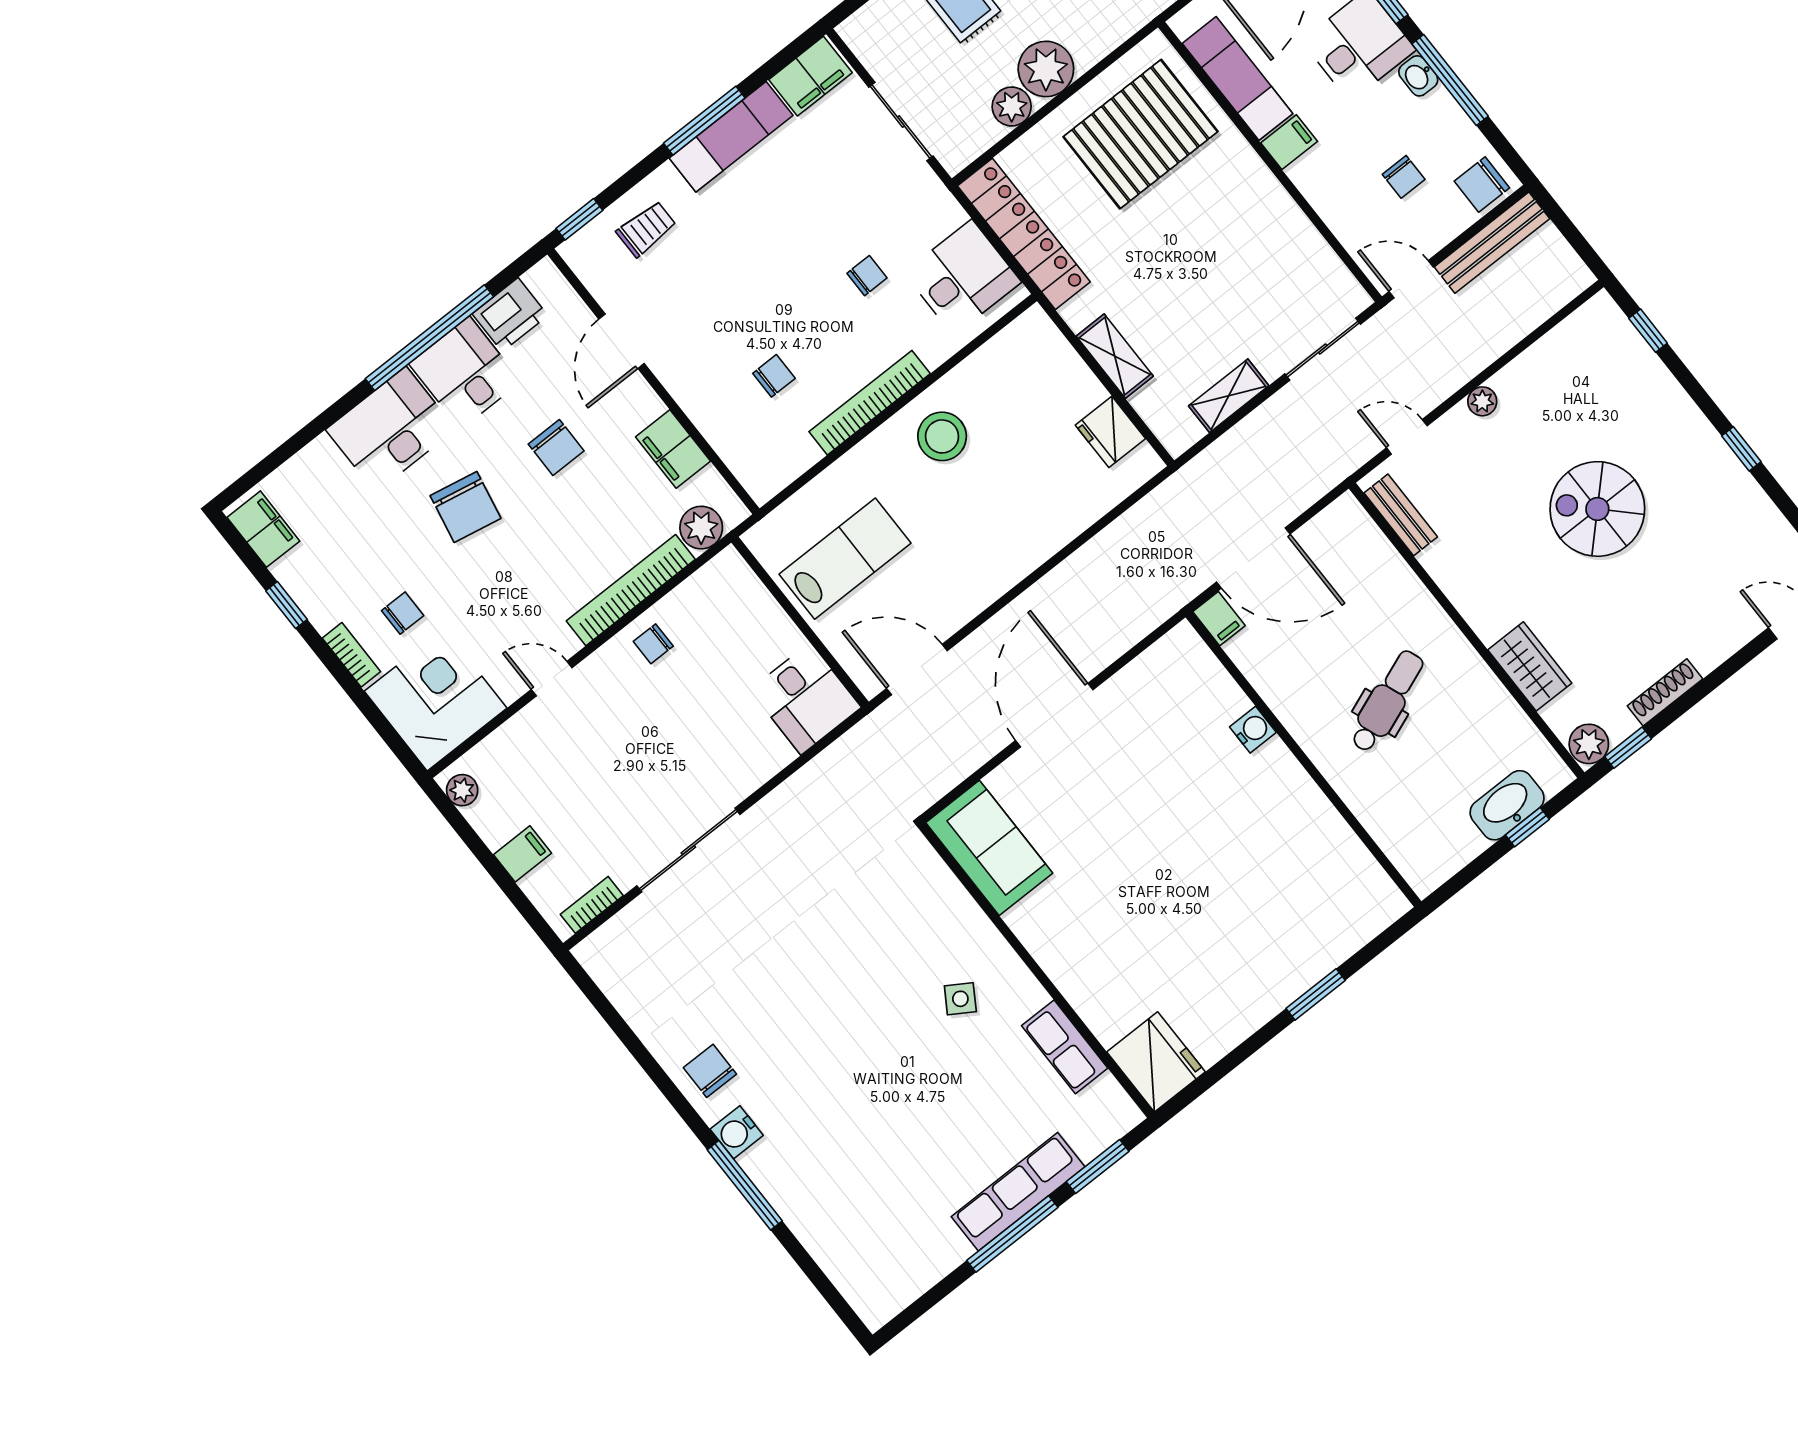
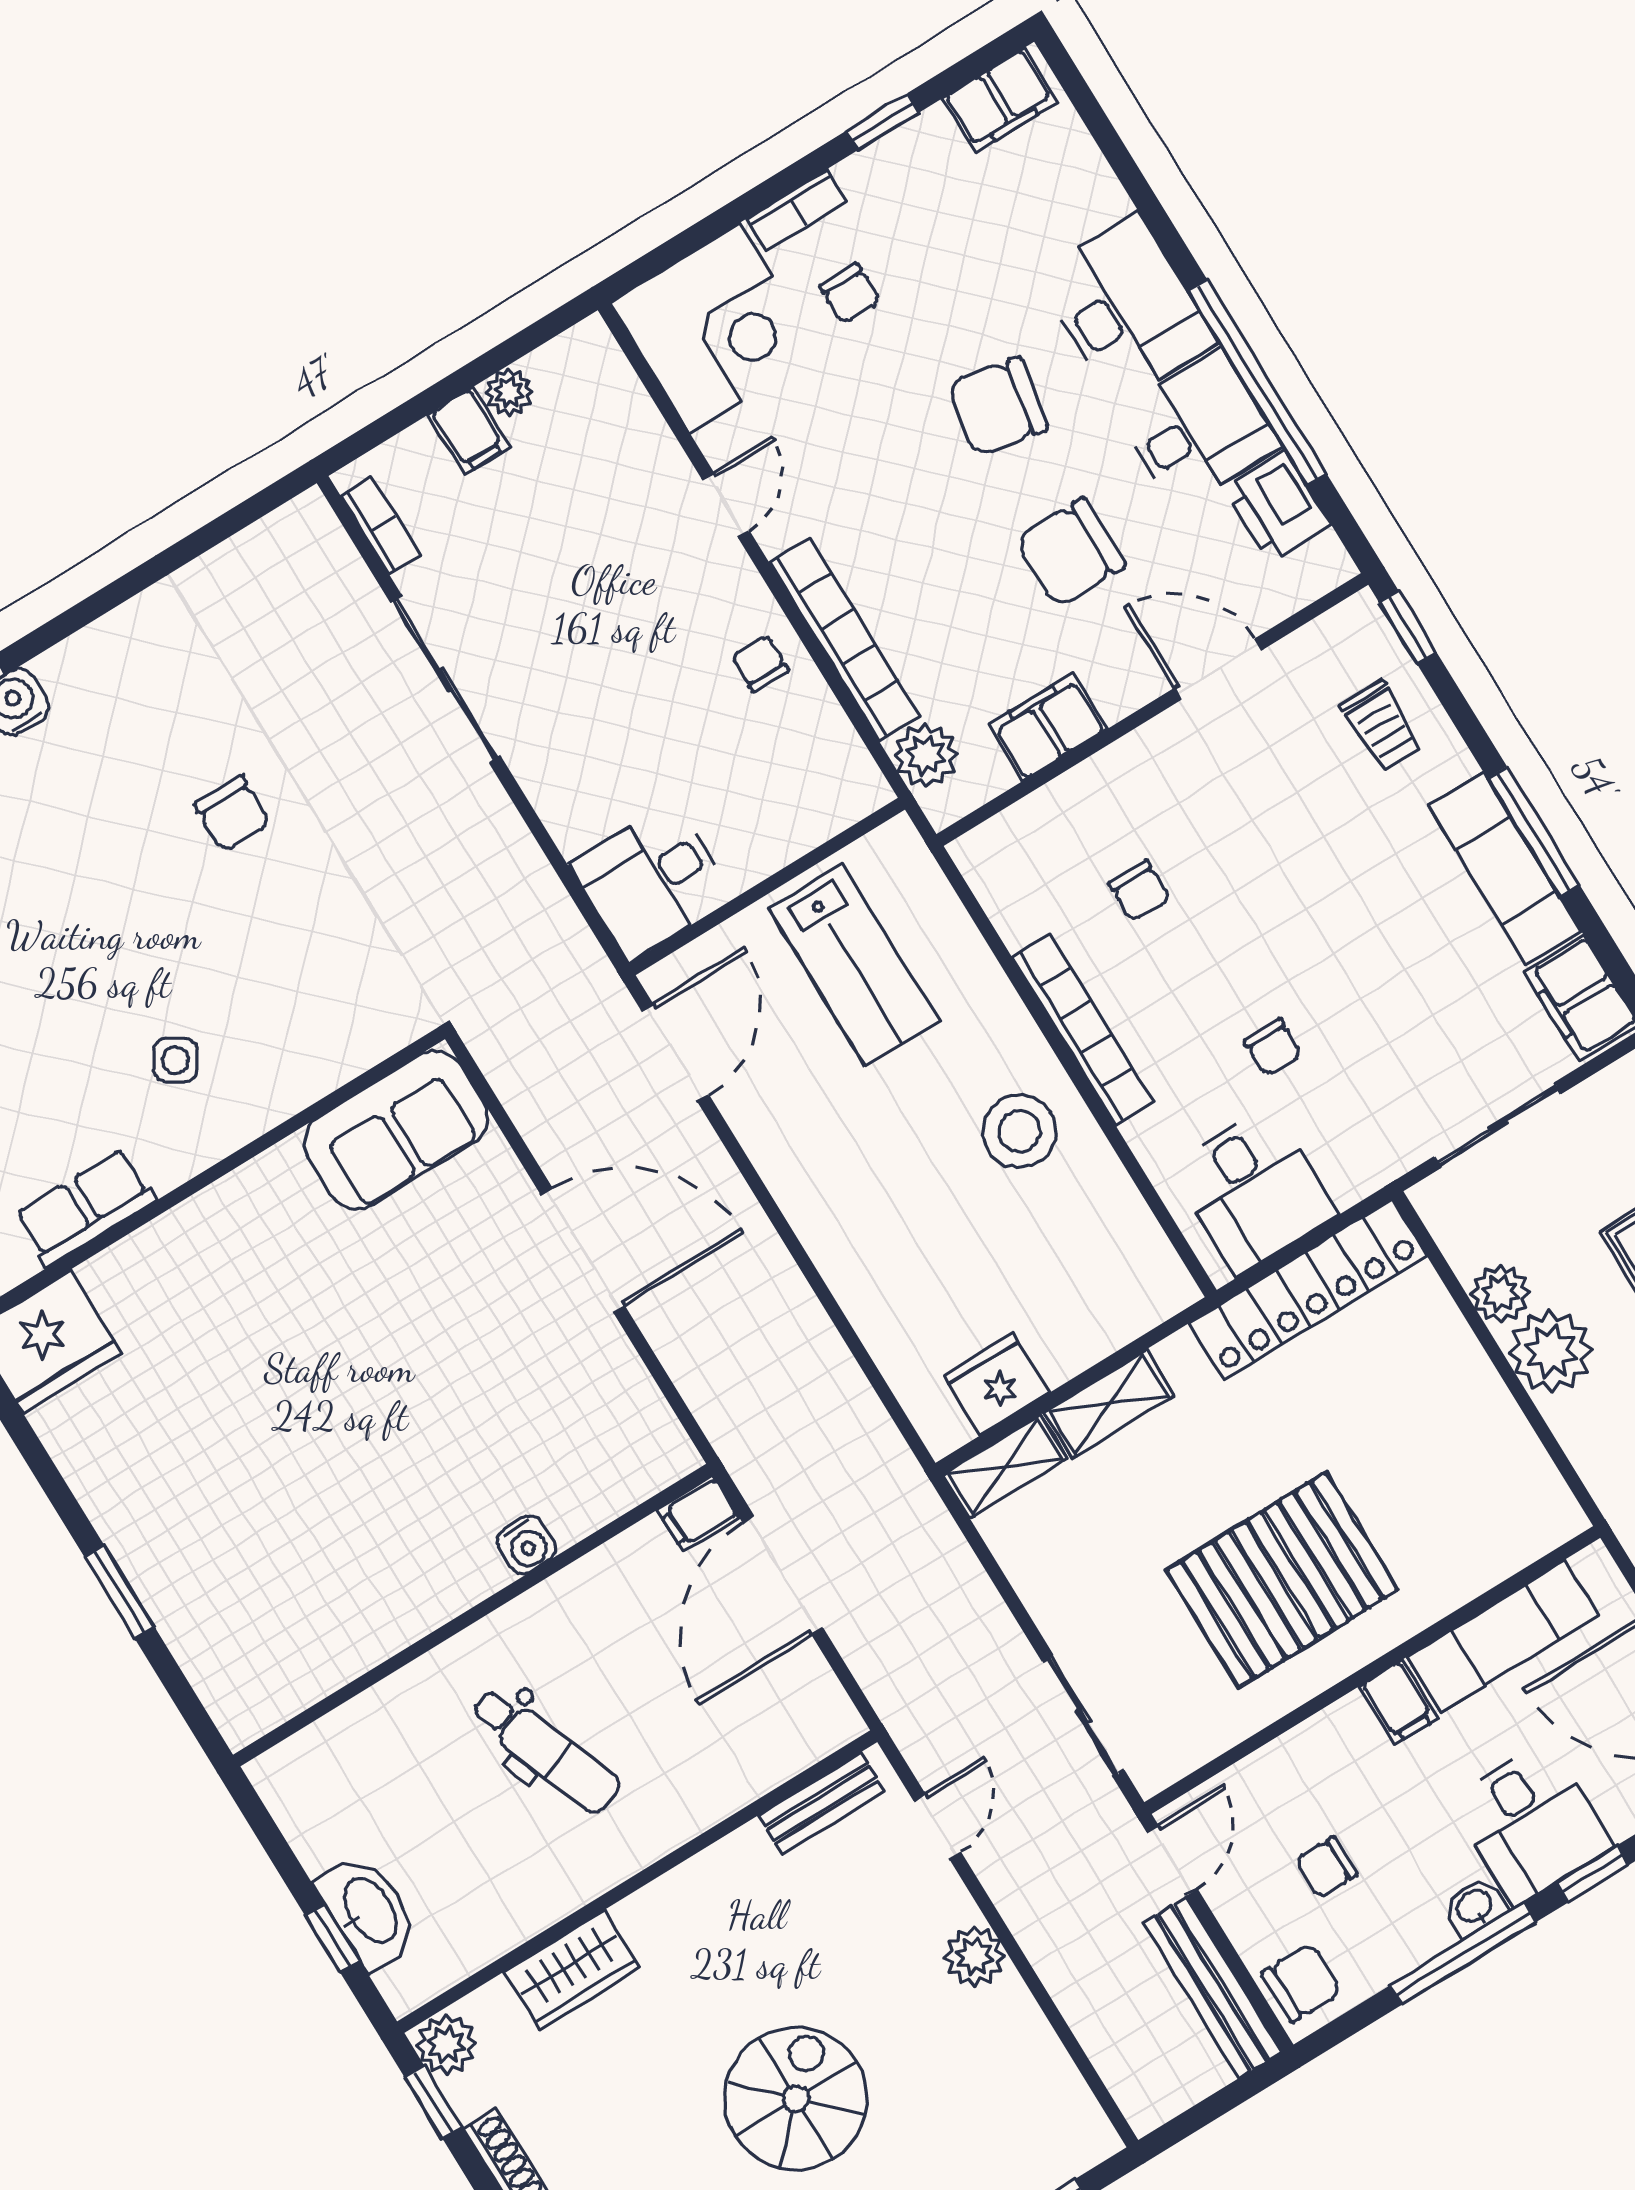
pallet: (1140, 134) -> (1282, 1580), moved, turned 90
chair: (1482, 184) -> (1301, 1983), turned 90
shelving: (1229, 396) -> (1005, 1466), moved, turned 90
plant: (1482, 401) -> (974, 1957), width x1.38, depth x1.38
chair: (556, 448) -> (1071, 552), width x1.37, depth x1.37
plant: (462, 790) -> (509, 392), moved
chair: (710, 1071) -> (232, 814), moved, turned 90

